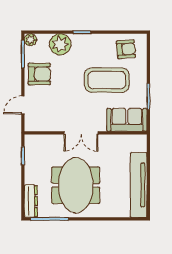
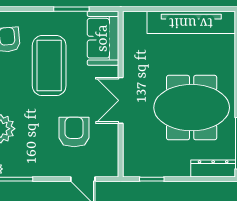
armchair: (39, 74) -> (74, 132), moved
double door: (81, 133) -> (121, 100), swing flipped

